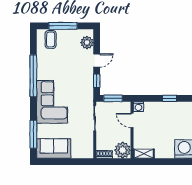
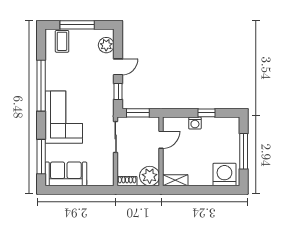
washing machine: (138, 107) -> (195, 123), moved
door: (132, 120) -> (161, 140), swing flipped

